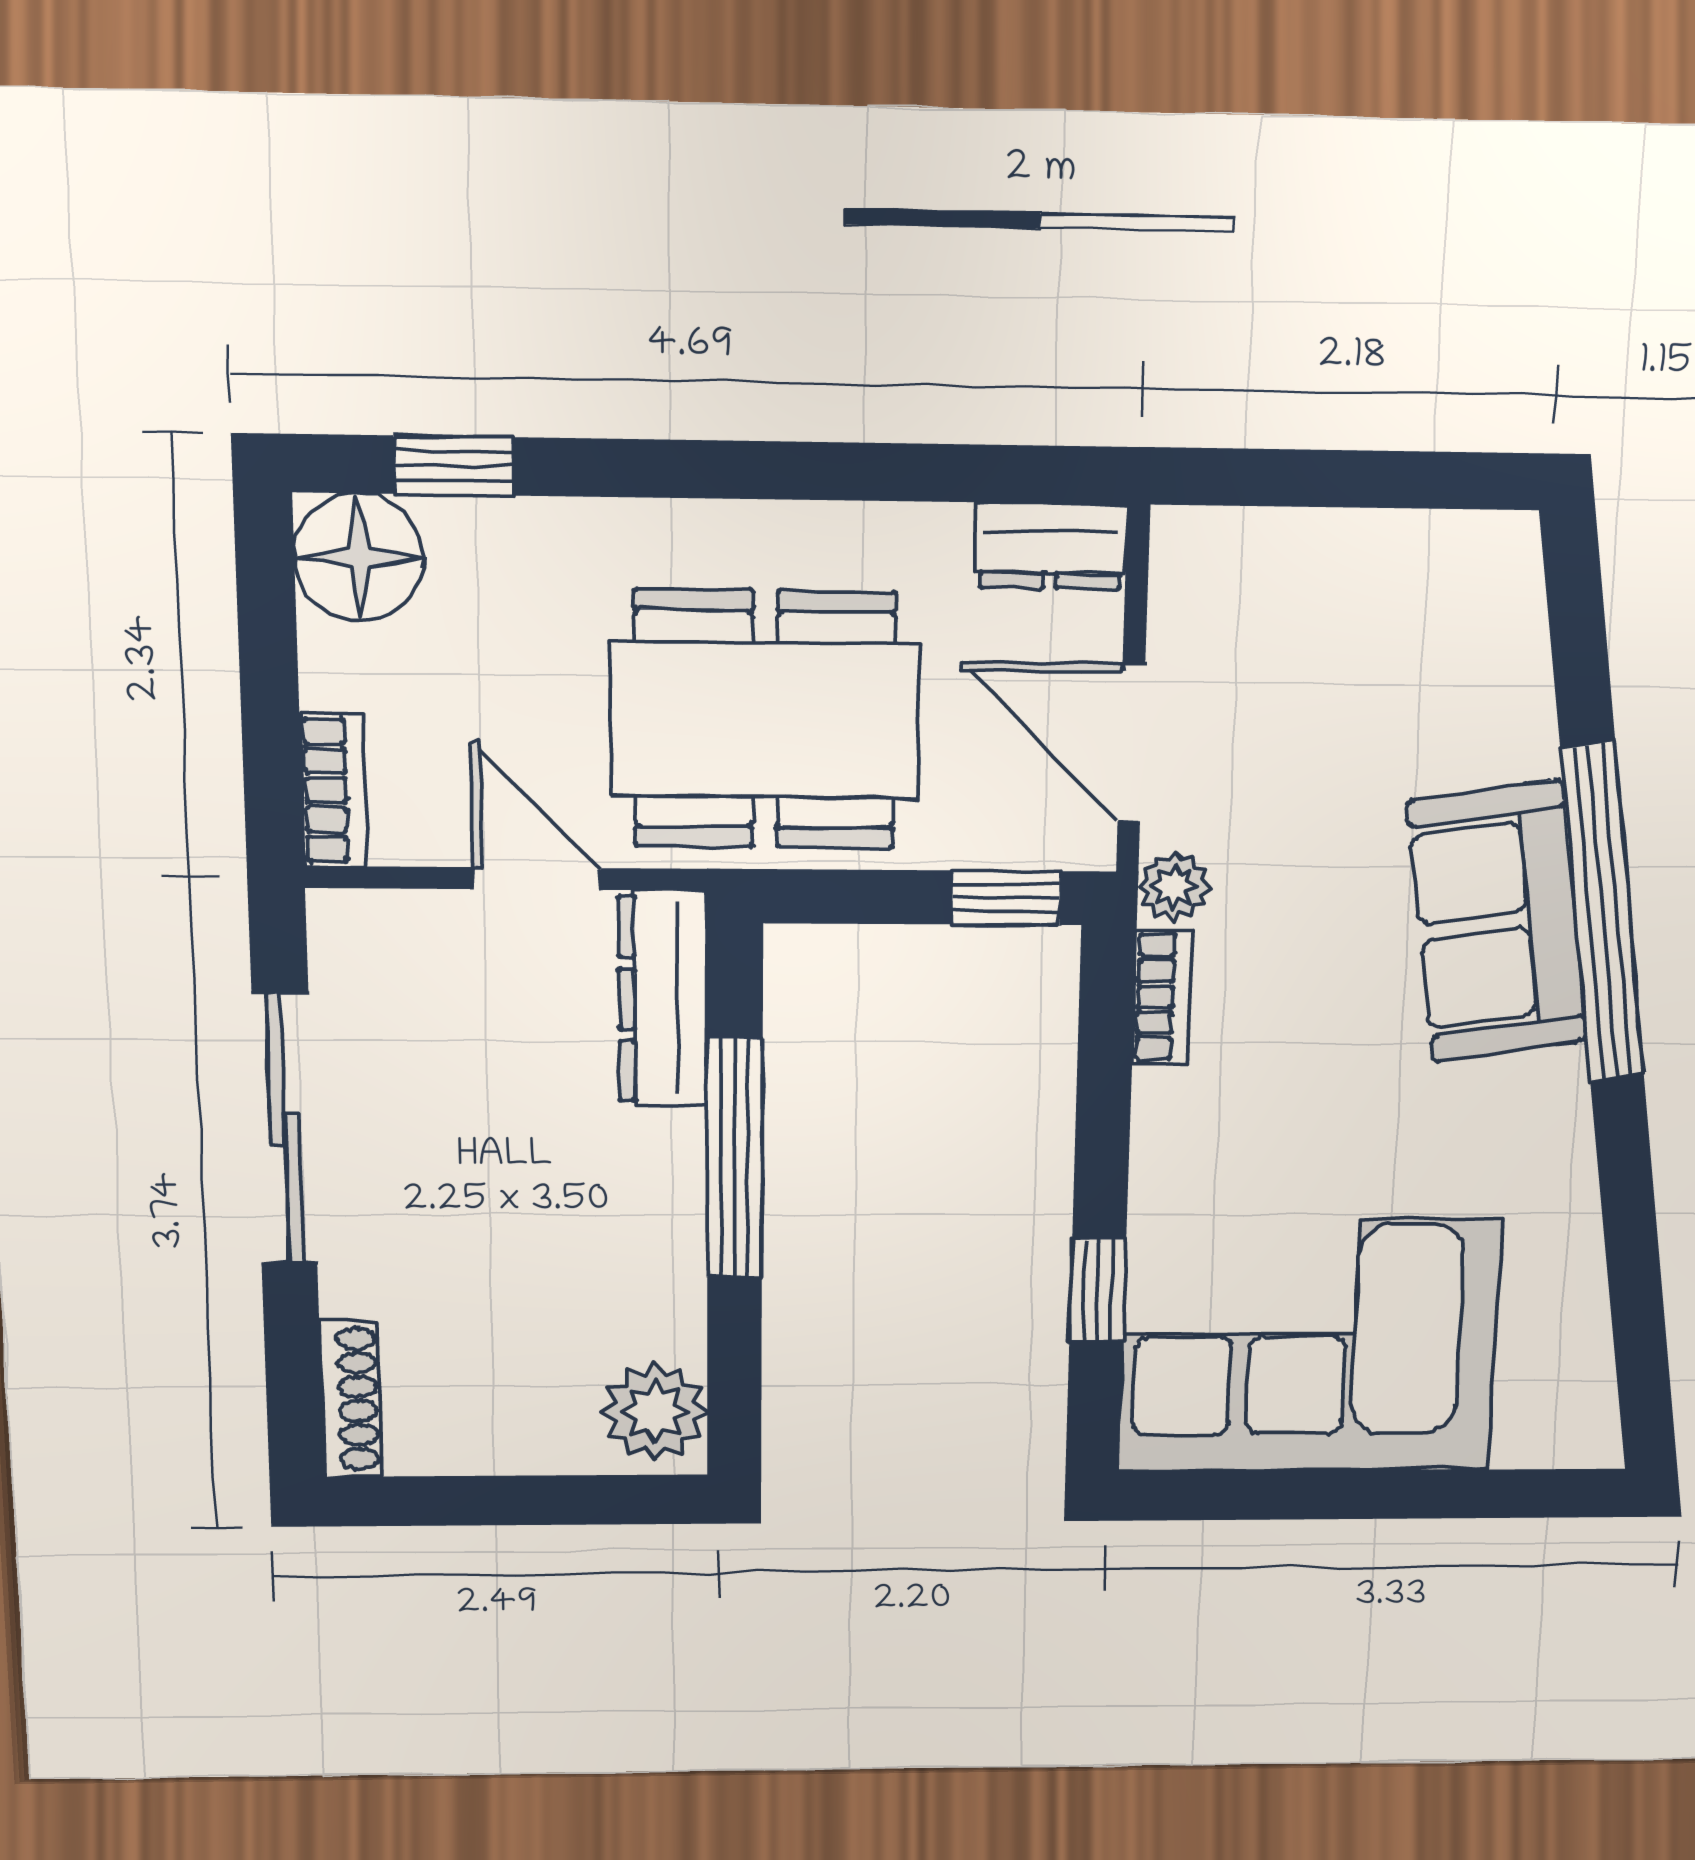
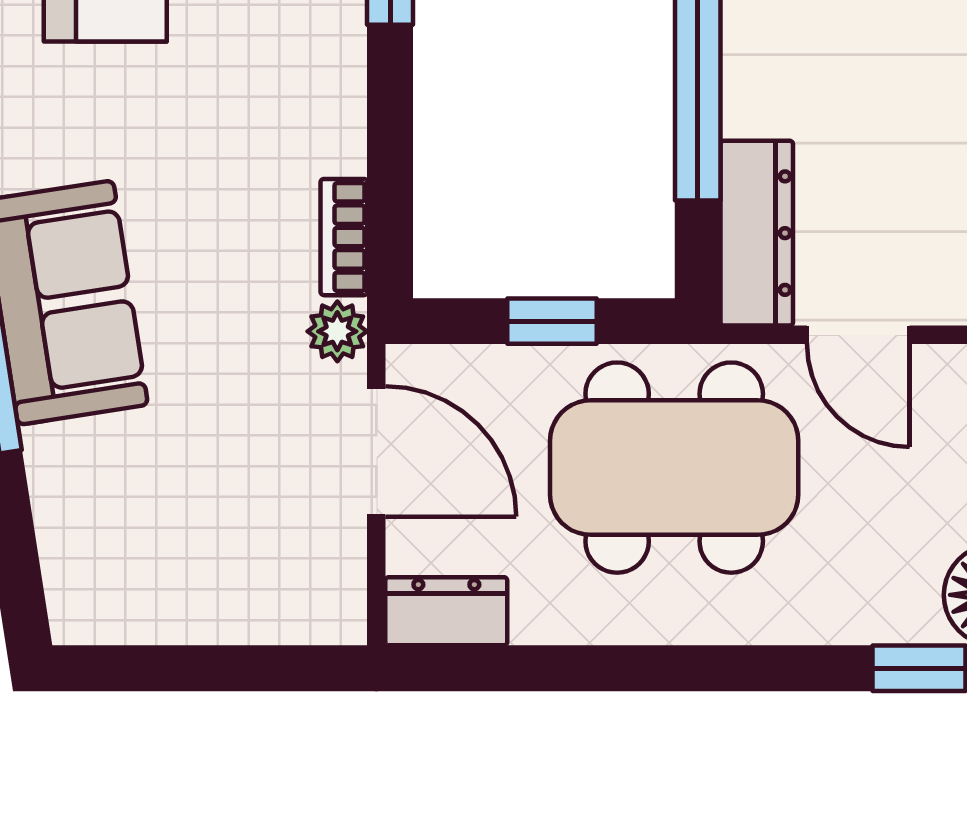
window: (1006, 898) -> (552, 321), moved

